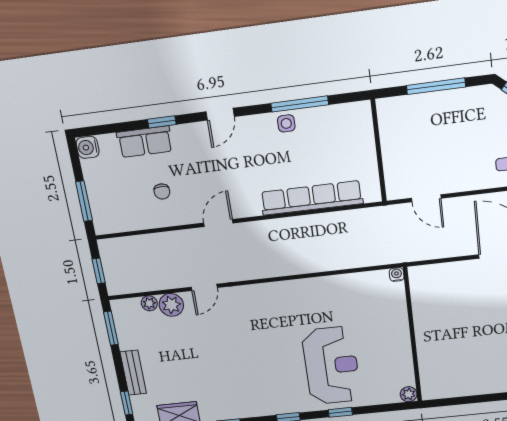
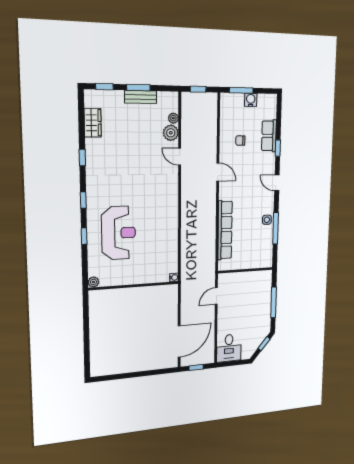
water cooler: (88, 147) -> (251, 100), moved
window: (111, 328) -> (138, 88), moved
reception desk: (331, 366) -> (119, 233), turned -90
bench: (133, 373) -> (141, 97), moved

